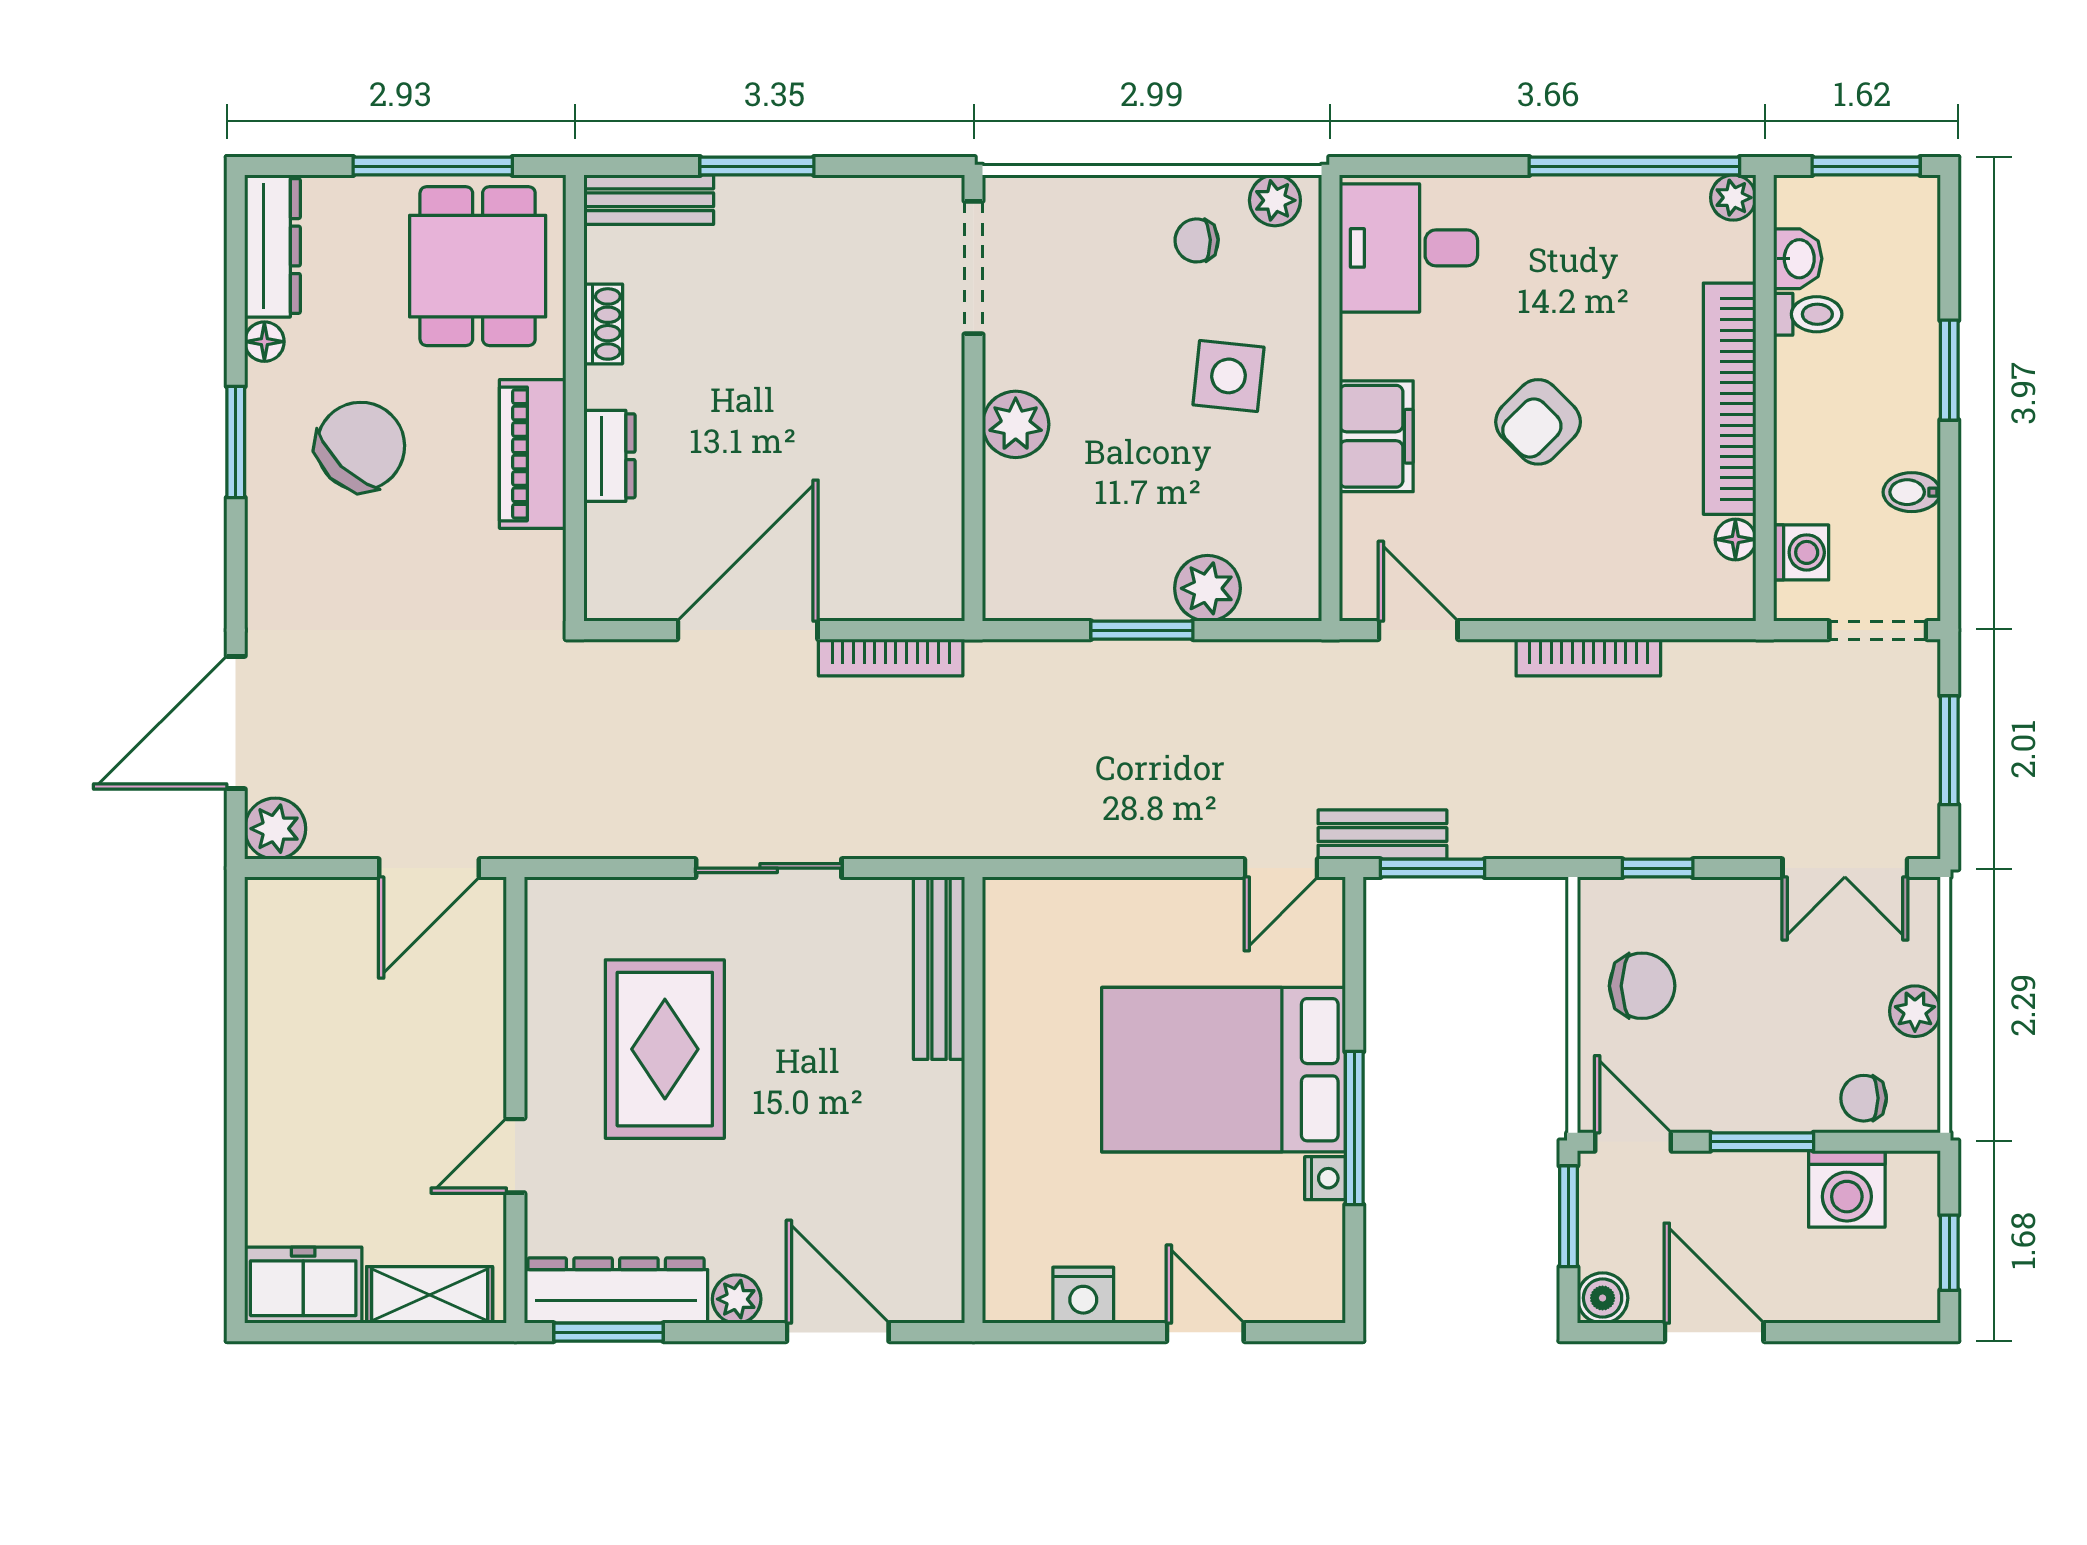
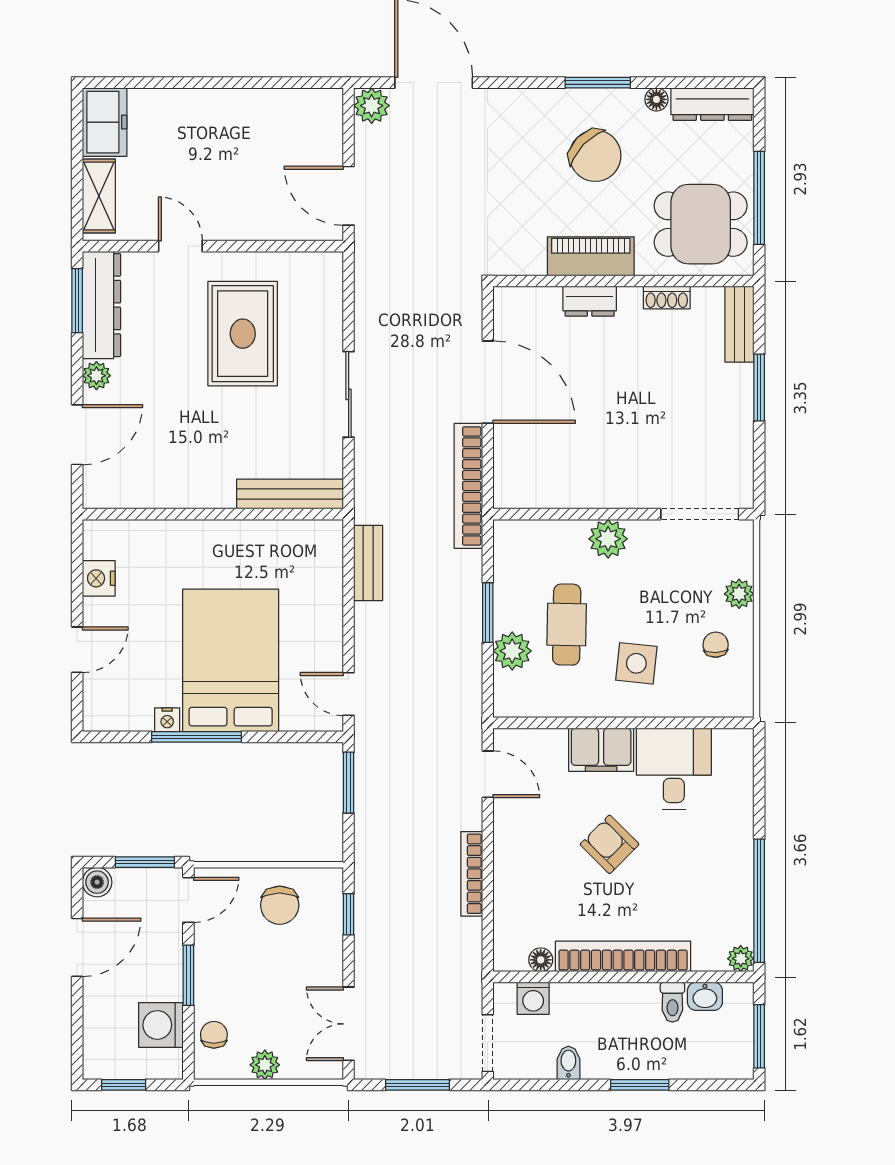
plant: (1275, 200) -> (739, 594), moved
desk: (1408, 248) -> (674, 769), moved
cafe table: (1162, 495) -> (567, 625), added
door: (1418, 630) -> (488, 774), hinge flipped
bookcase: (891, 657) -> (468, 486), width x1.48, depth x1.31
bench: (1382, 835) -> (368, 563), moved
rug: (665, 1049) -> (243, 334), turned 90

